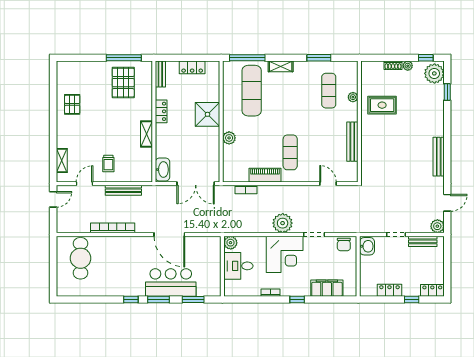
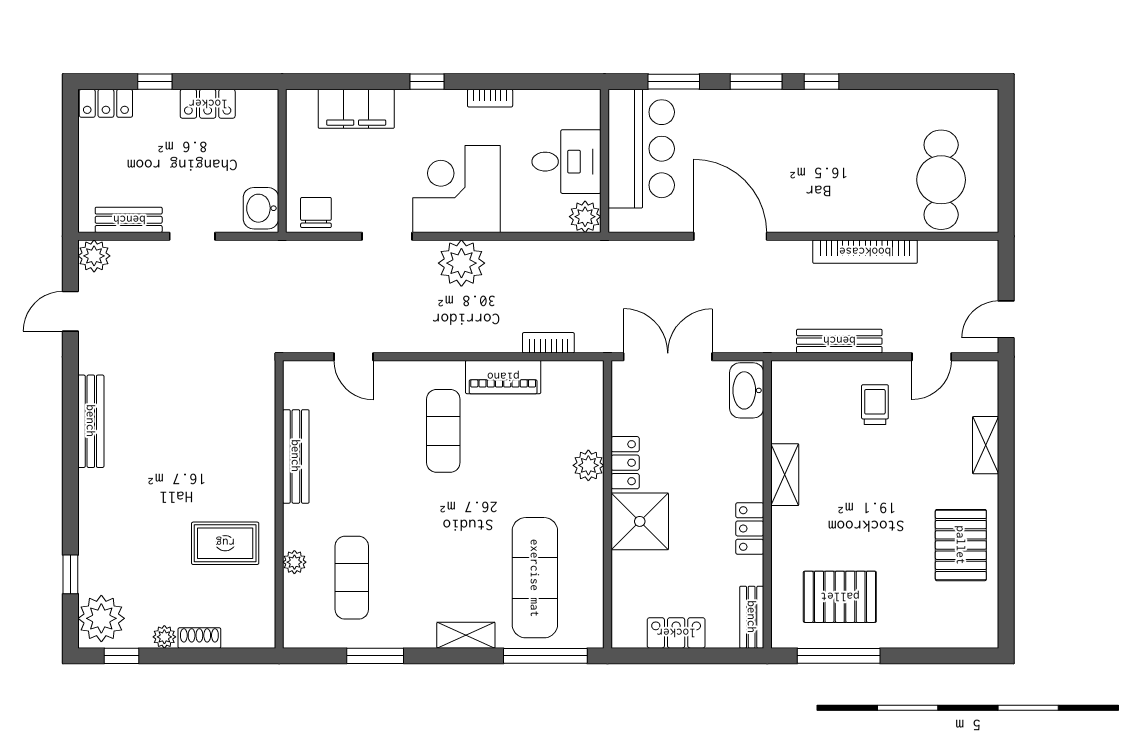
pallet: (123, 83) -> (840, 597), turned 90
pallet: (72, 104) -> (961, 545), width x1.50, depth x1.42
locker: (214, 139) -> (625, 463), added
shelving: (62, 161) -> (986, 445), moved
bar counter: (171, 282) -> (641, 149), moved, turned -90

